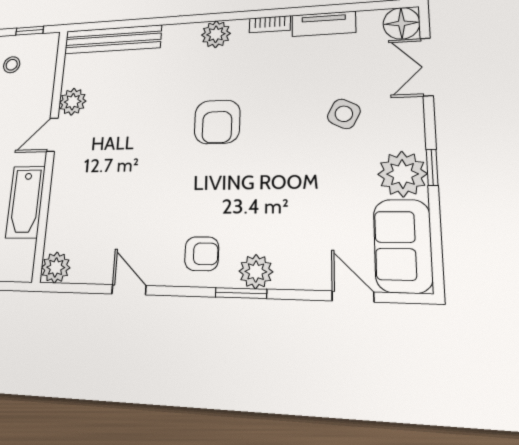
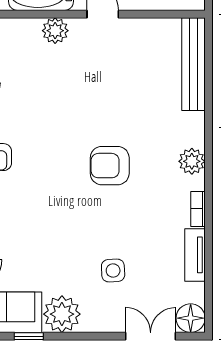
plant: (73, 102) -> (55, 31), moved
side table: (344, 114) -> (113, 271), turned -30
window: (432, 167) -> (29, 336), moved

